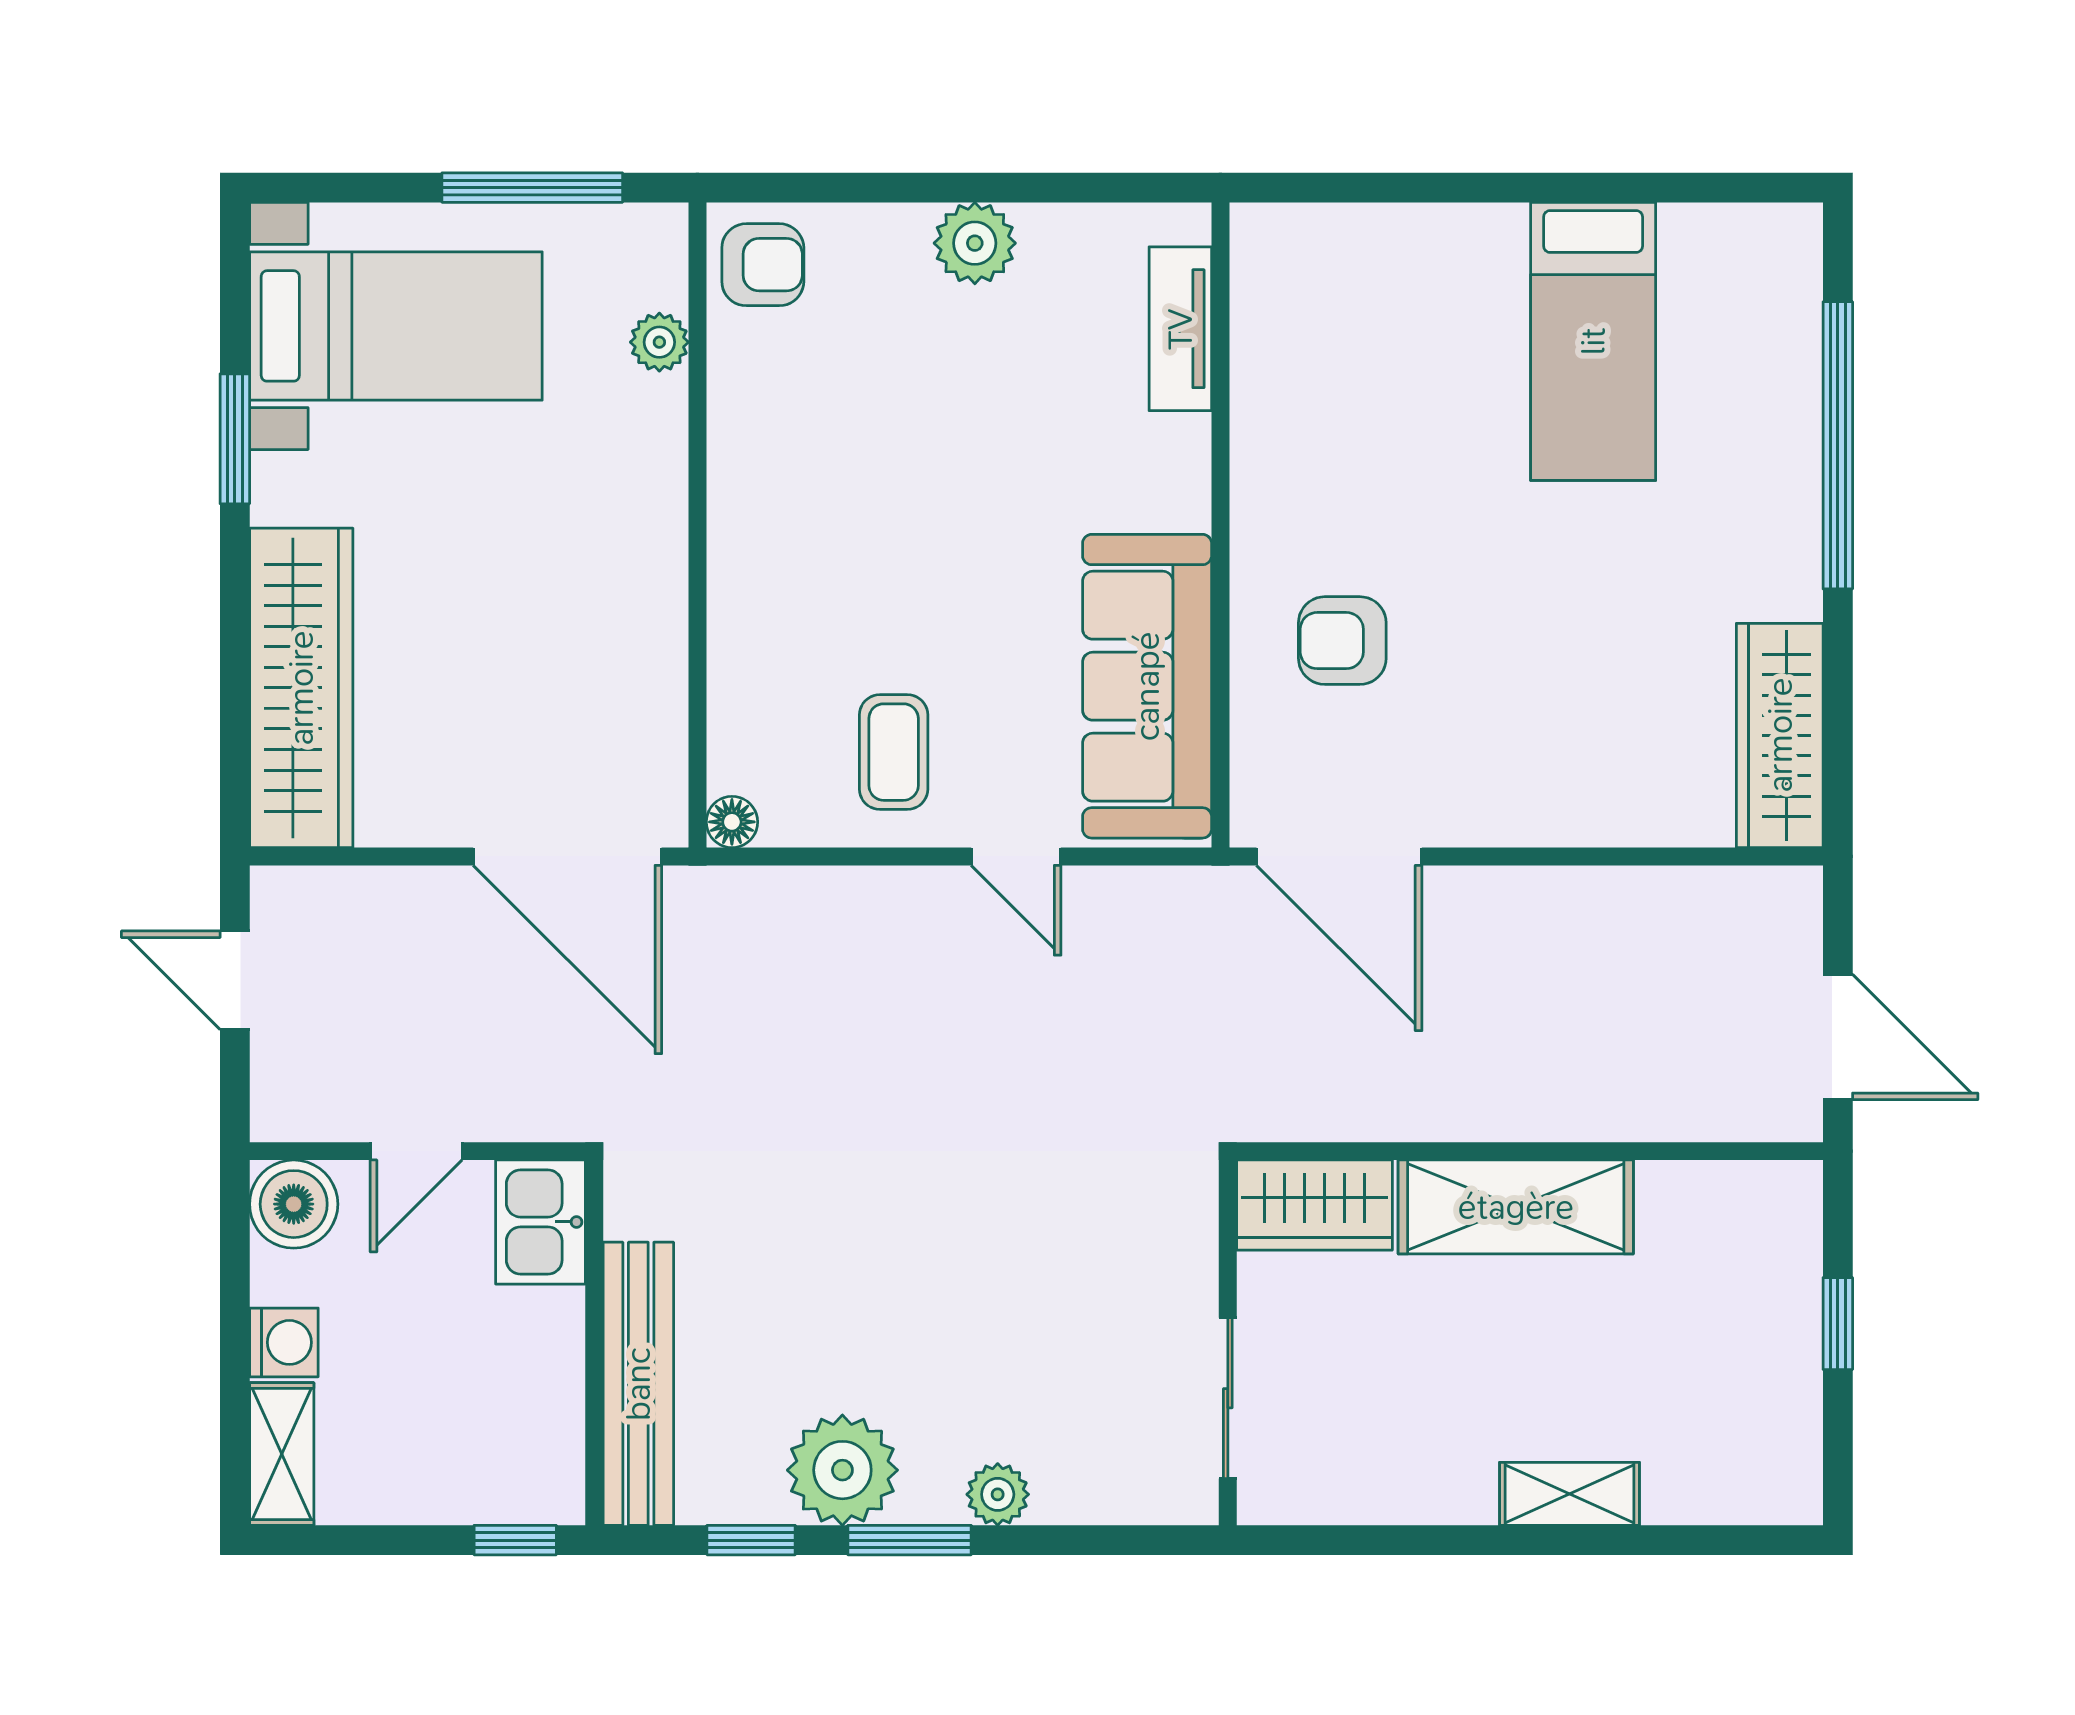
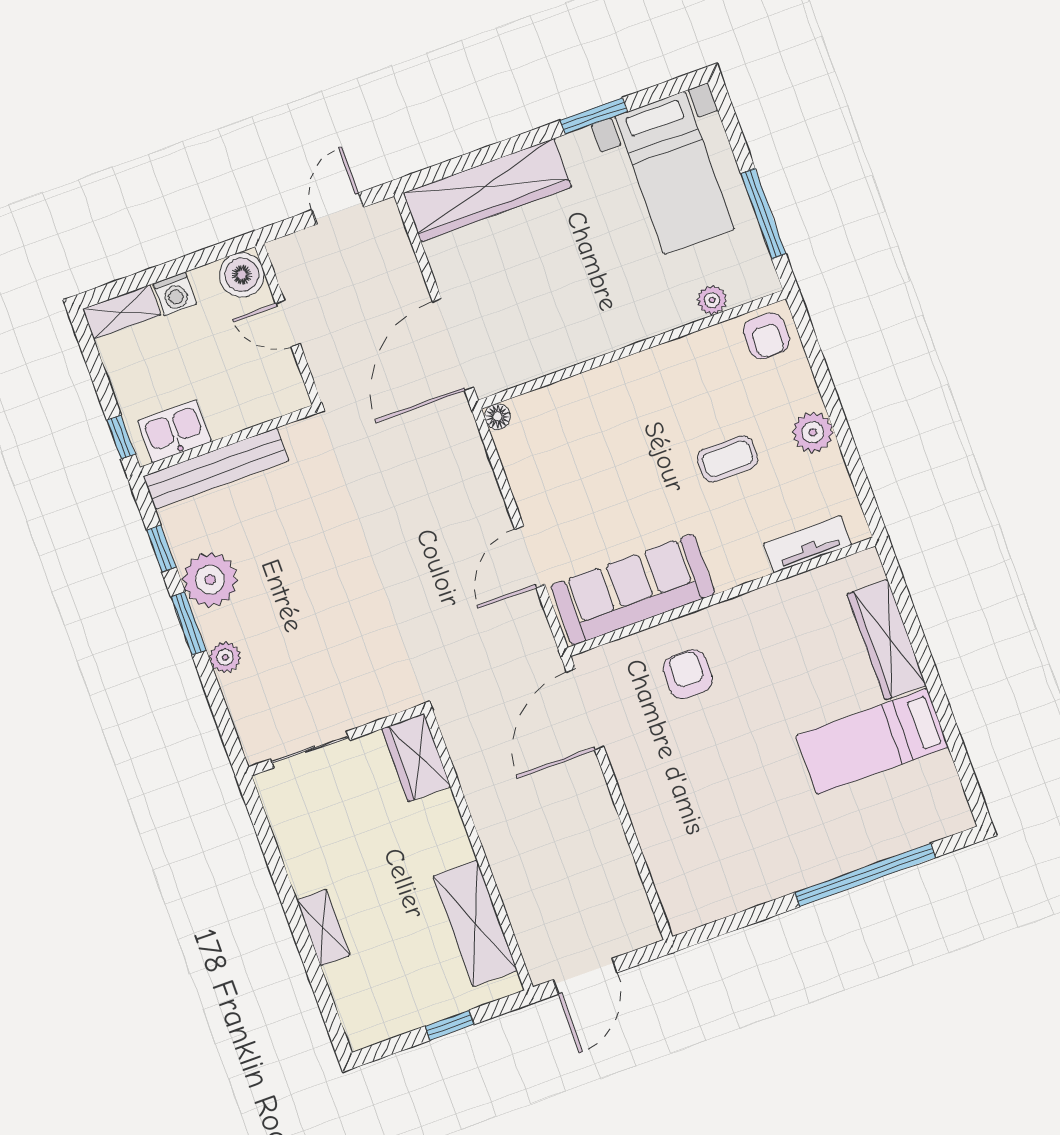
wardrobe: (1780, 735) -> (887, 640), moved, turned -90
coffee table: (894, 752) -> (727, 459), moved
door: (1016, 856) -> (530, 557), width x1.38
shelving: (1516, 1207) -> (475, 923), moved
kitchen sink: (540, 1222) -> (174, 431), moved

